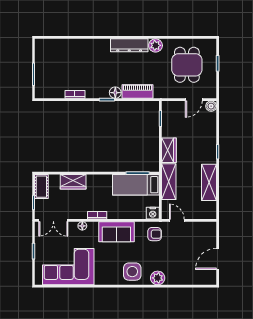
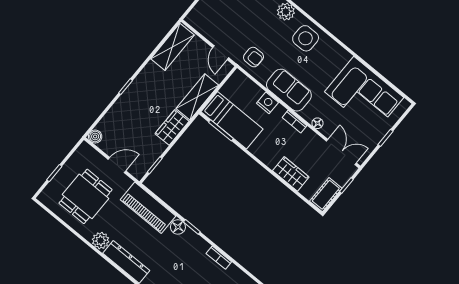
piano: (137, 92) -> (148, 208), width x1.37, depth x1.33
door: (194, 100) -> (117, 165), moved
shelving: (209, 182) -> (172, 47), moved
nightstand: (153, 213) -> (267, 103), moved
armchair: (155, 234) -> (254, 57), turned 180

